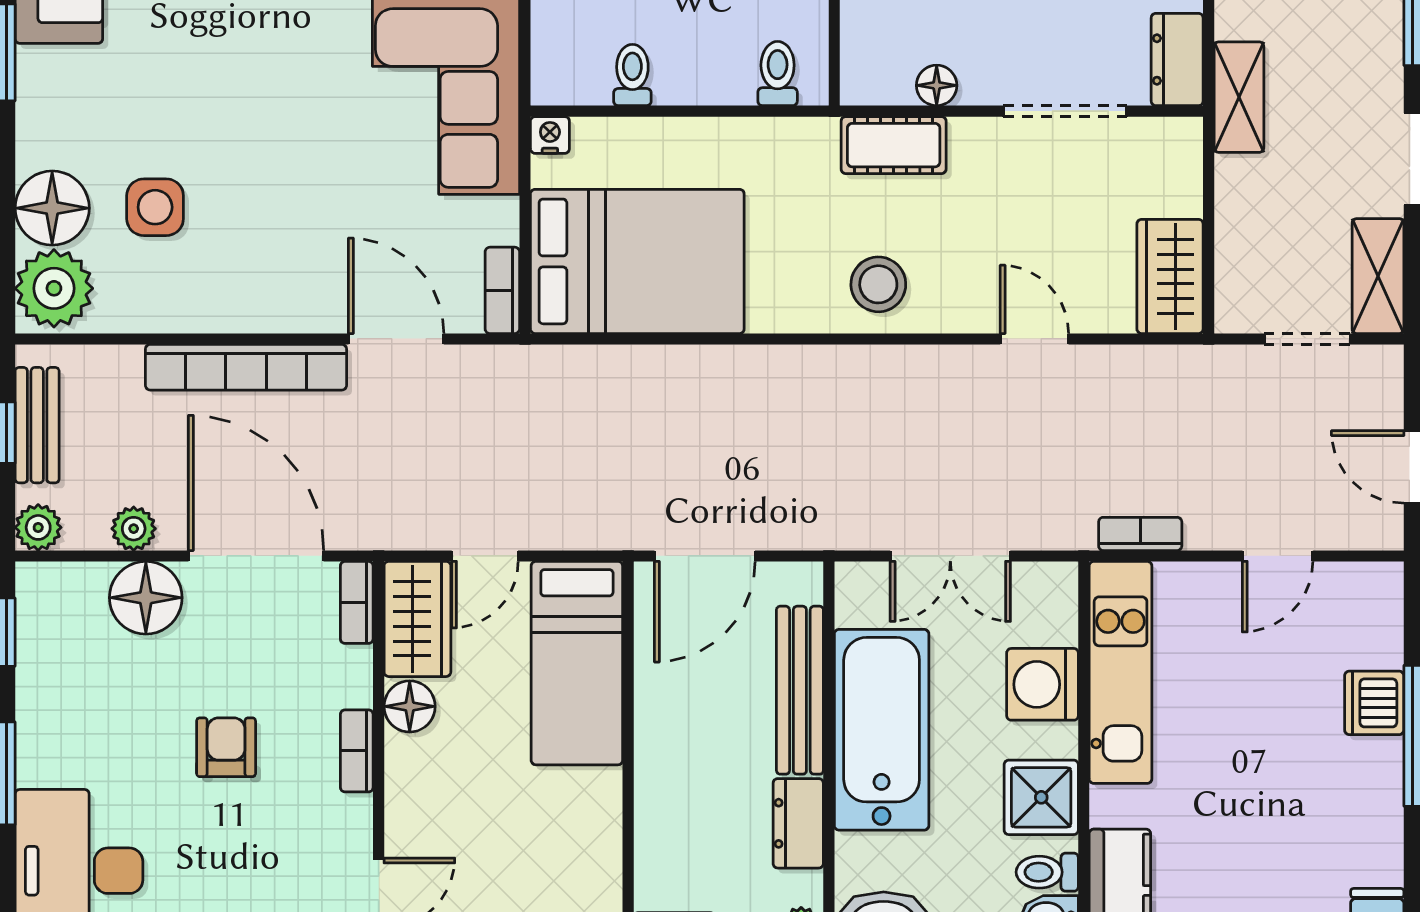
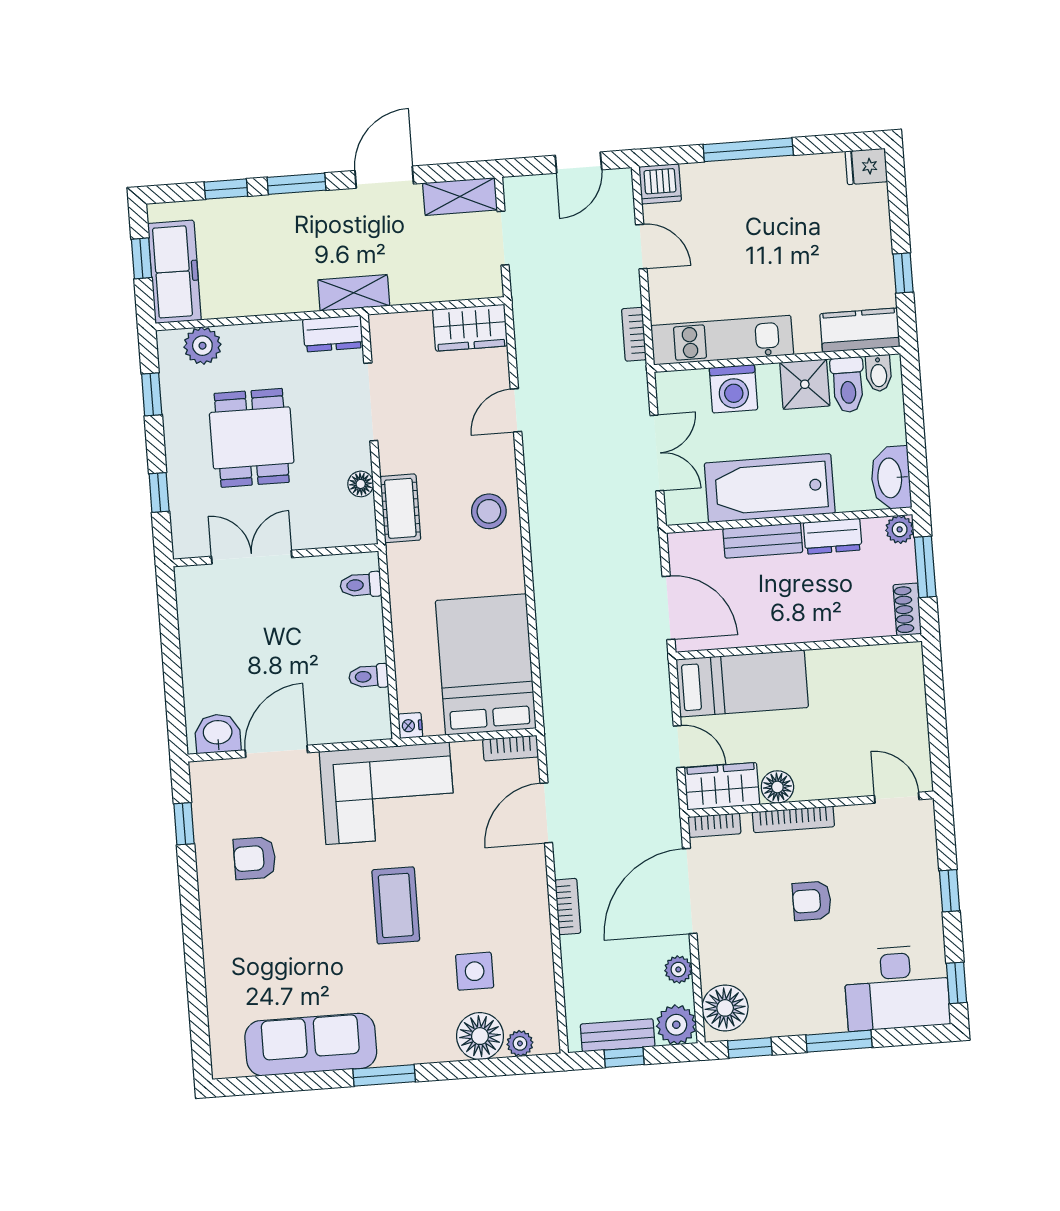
coffee table: (268, 91) -> (396, 905), added
plant: (54, 288) -> (520, 1043), width x0.53, depth x0.53
bookcase: (246, 367) -> (568, 907), width x0.43, depth x0.76
plant: (38, 527) -> (676, 1025), width x1.38, depth x1.38
floor lamp: (146, 598) -> (725, 1008), moved
bench: (800, 690) -> (763, 540), width x0.73
dishwasher: (1374, 703) -> (660, 184), moved
bookcase: (357, 751) -> (793, 819), width x1.56
toilet: (1047, 872) -> (848, 385), width x1.37, depth x1.39

